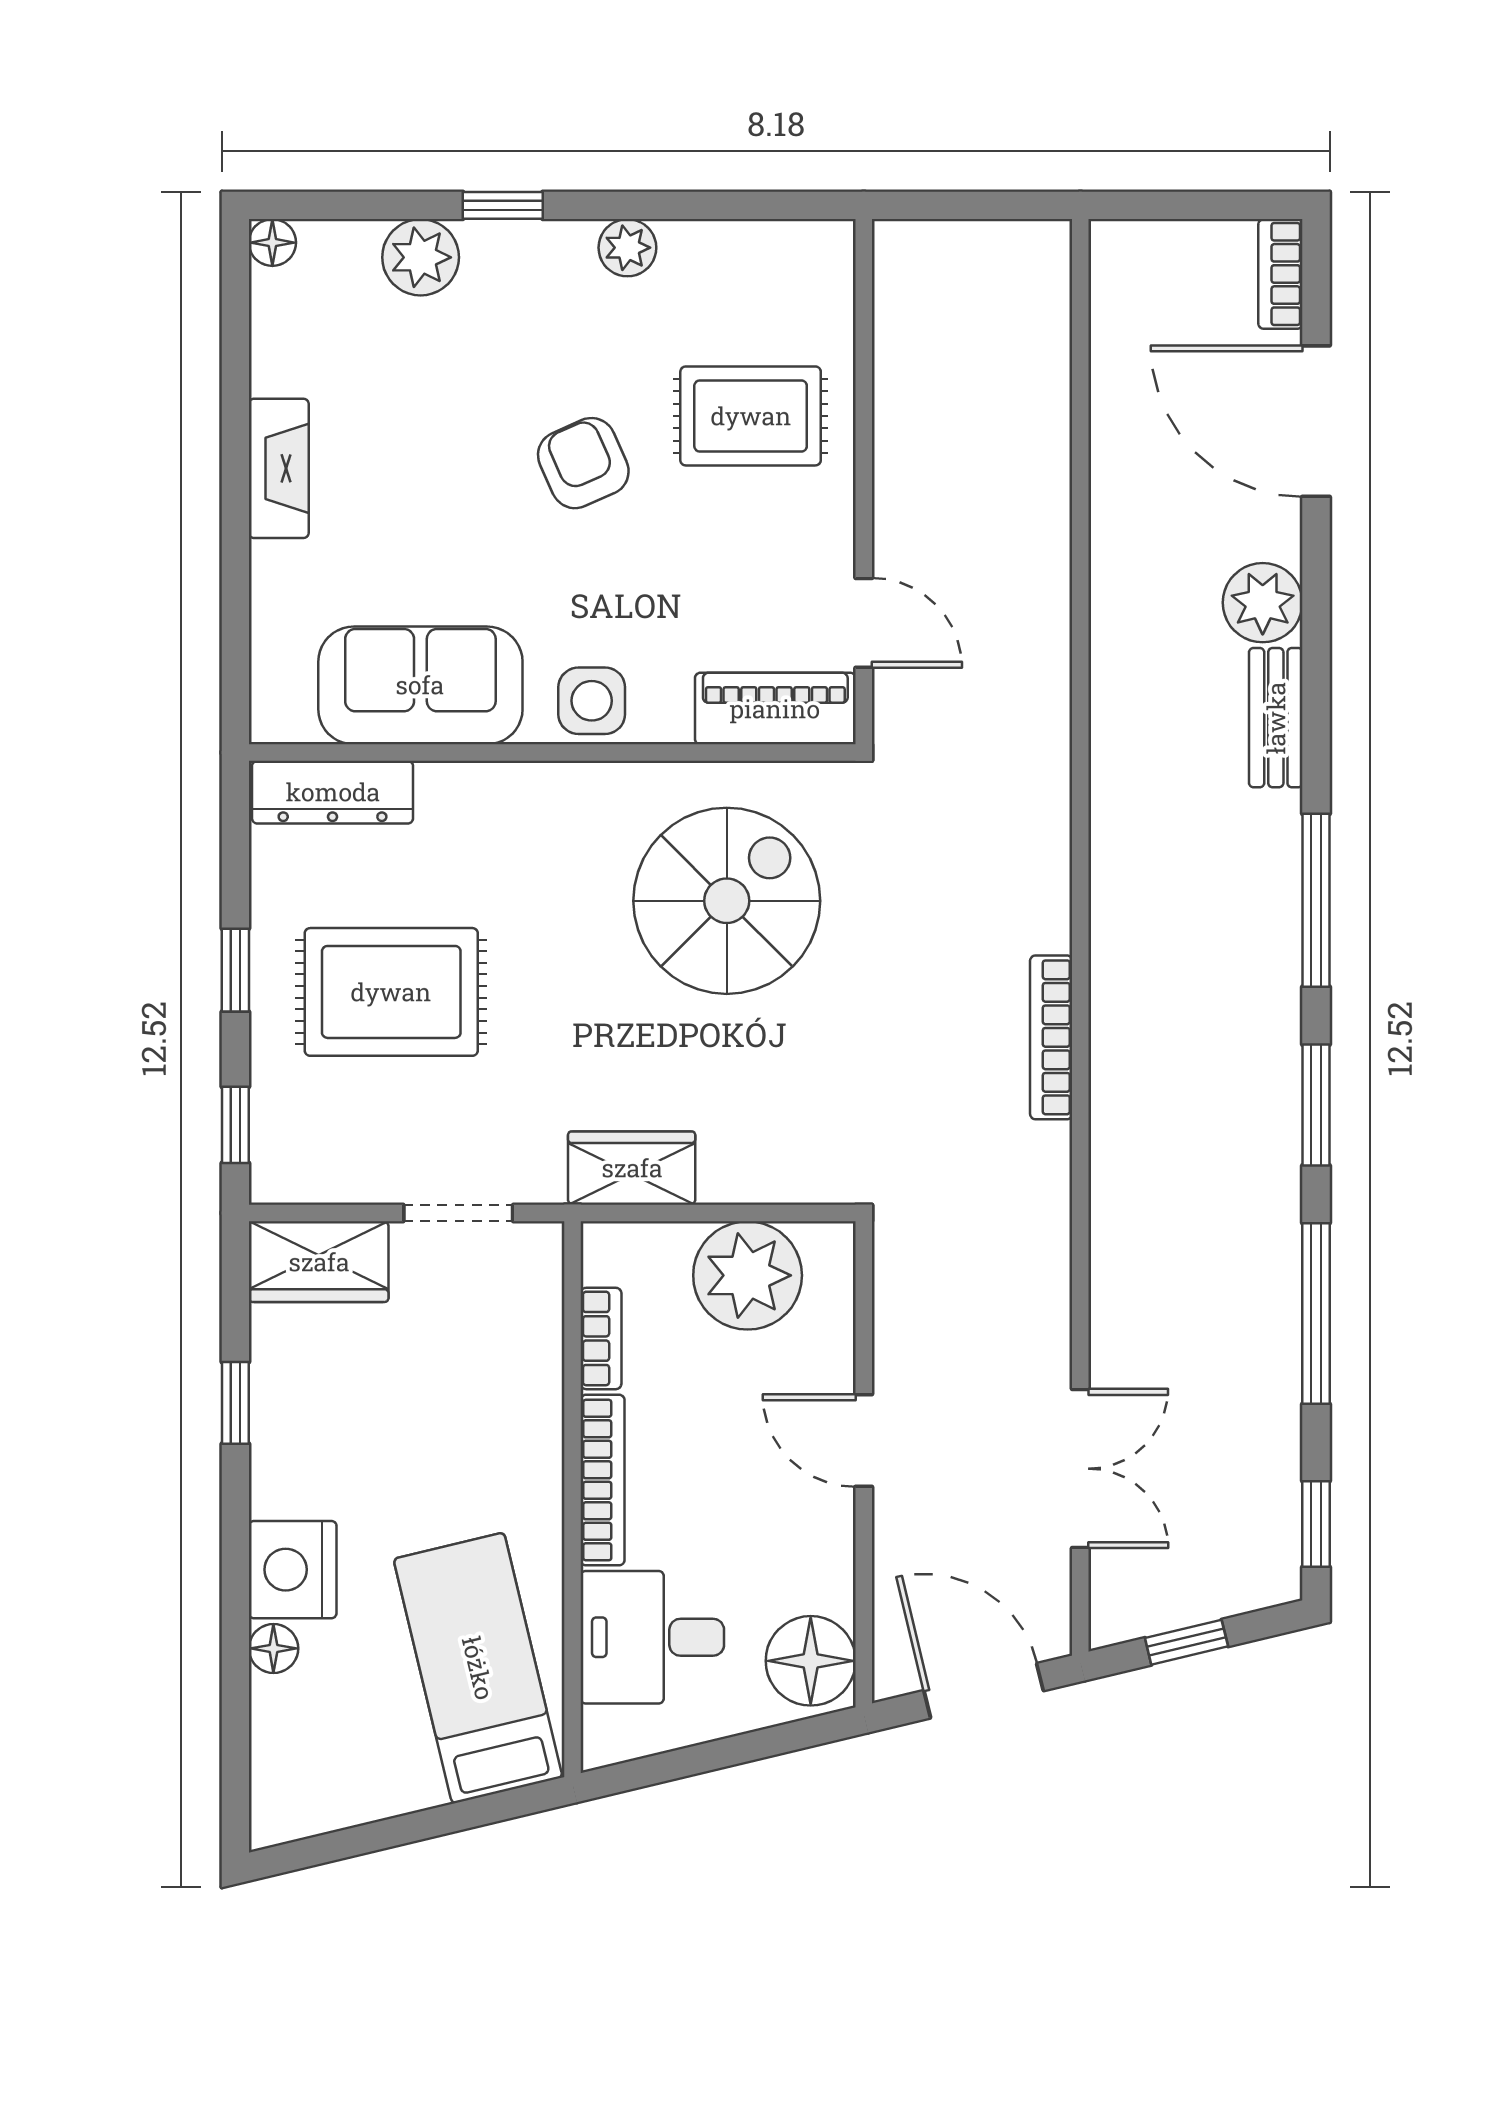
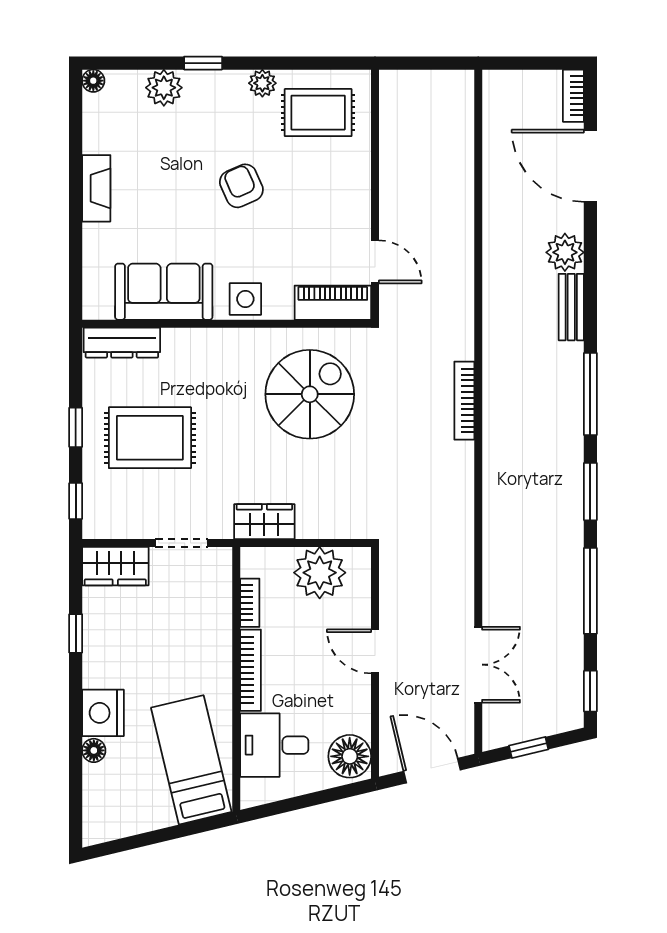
rug: (751, 416) -> (318, 113), moved
bookcase: (1051, 1037) -> (464, 401), moved

